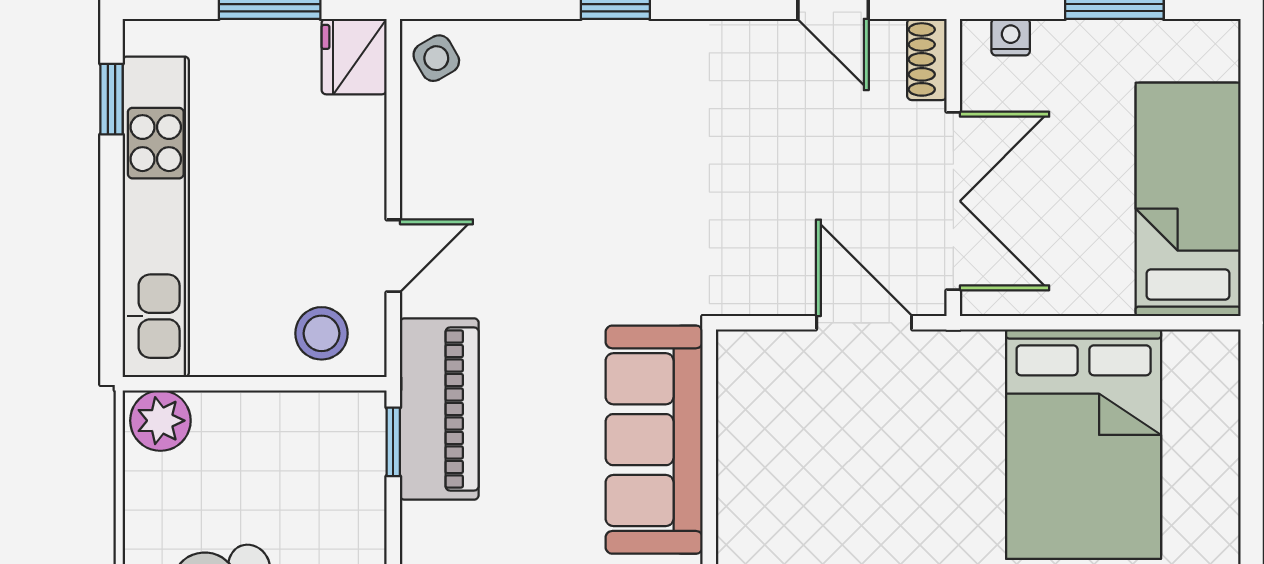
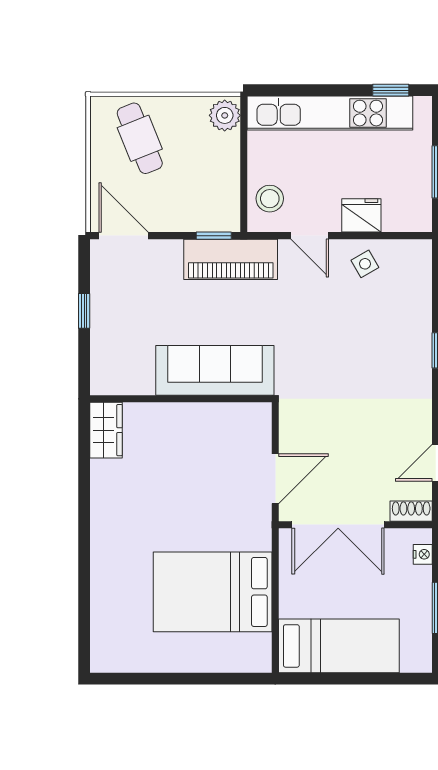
fridge: (354, 57) -> (361, 215), moved
side table: (436, 58) -> (365, 264), moved

